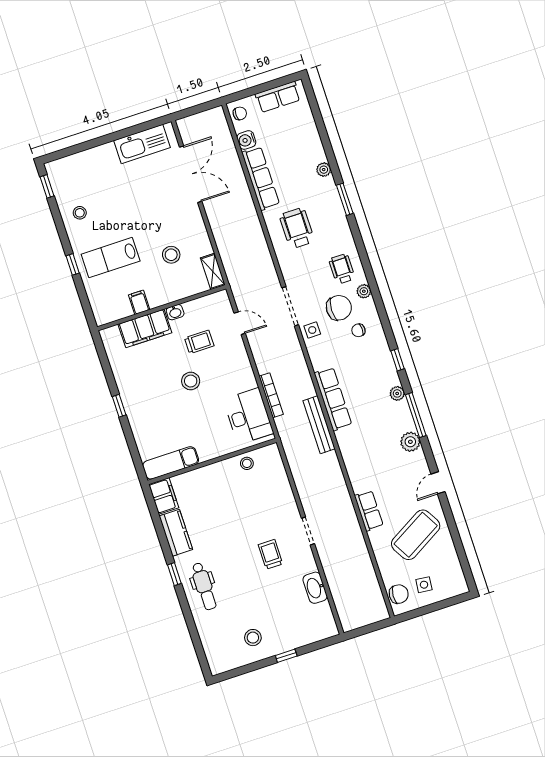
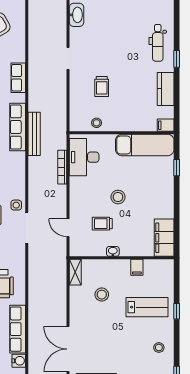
filing cabinet: (145, 328) -> (164, 238), moved, turned -90
row of seats: (333, 399) -> (18, 127), moved
window: (119, 406) -> (177, 168), moved
exam couch: (171, 463) -> (145, 145), width x1.36, depth x1.45
filing cabinet: (164, 496) -> (166, 125), width x0.50
row of seats: (369, 511) -> (18, 78), moved
trolley: (270, 554) -> (102, 86), moved
dental chair: (204, 586) -> (158, 43), turned 180

